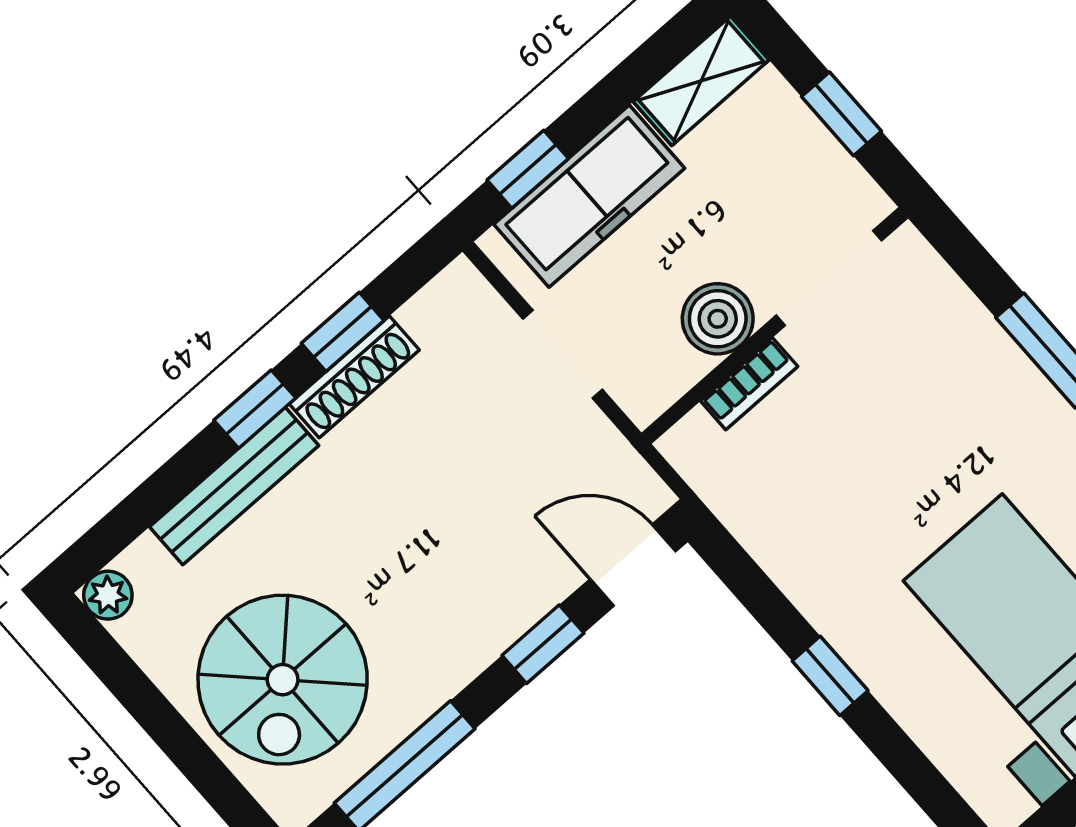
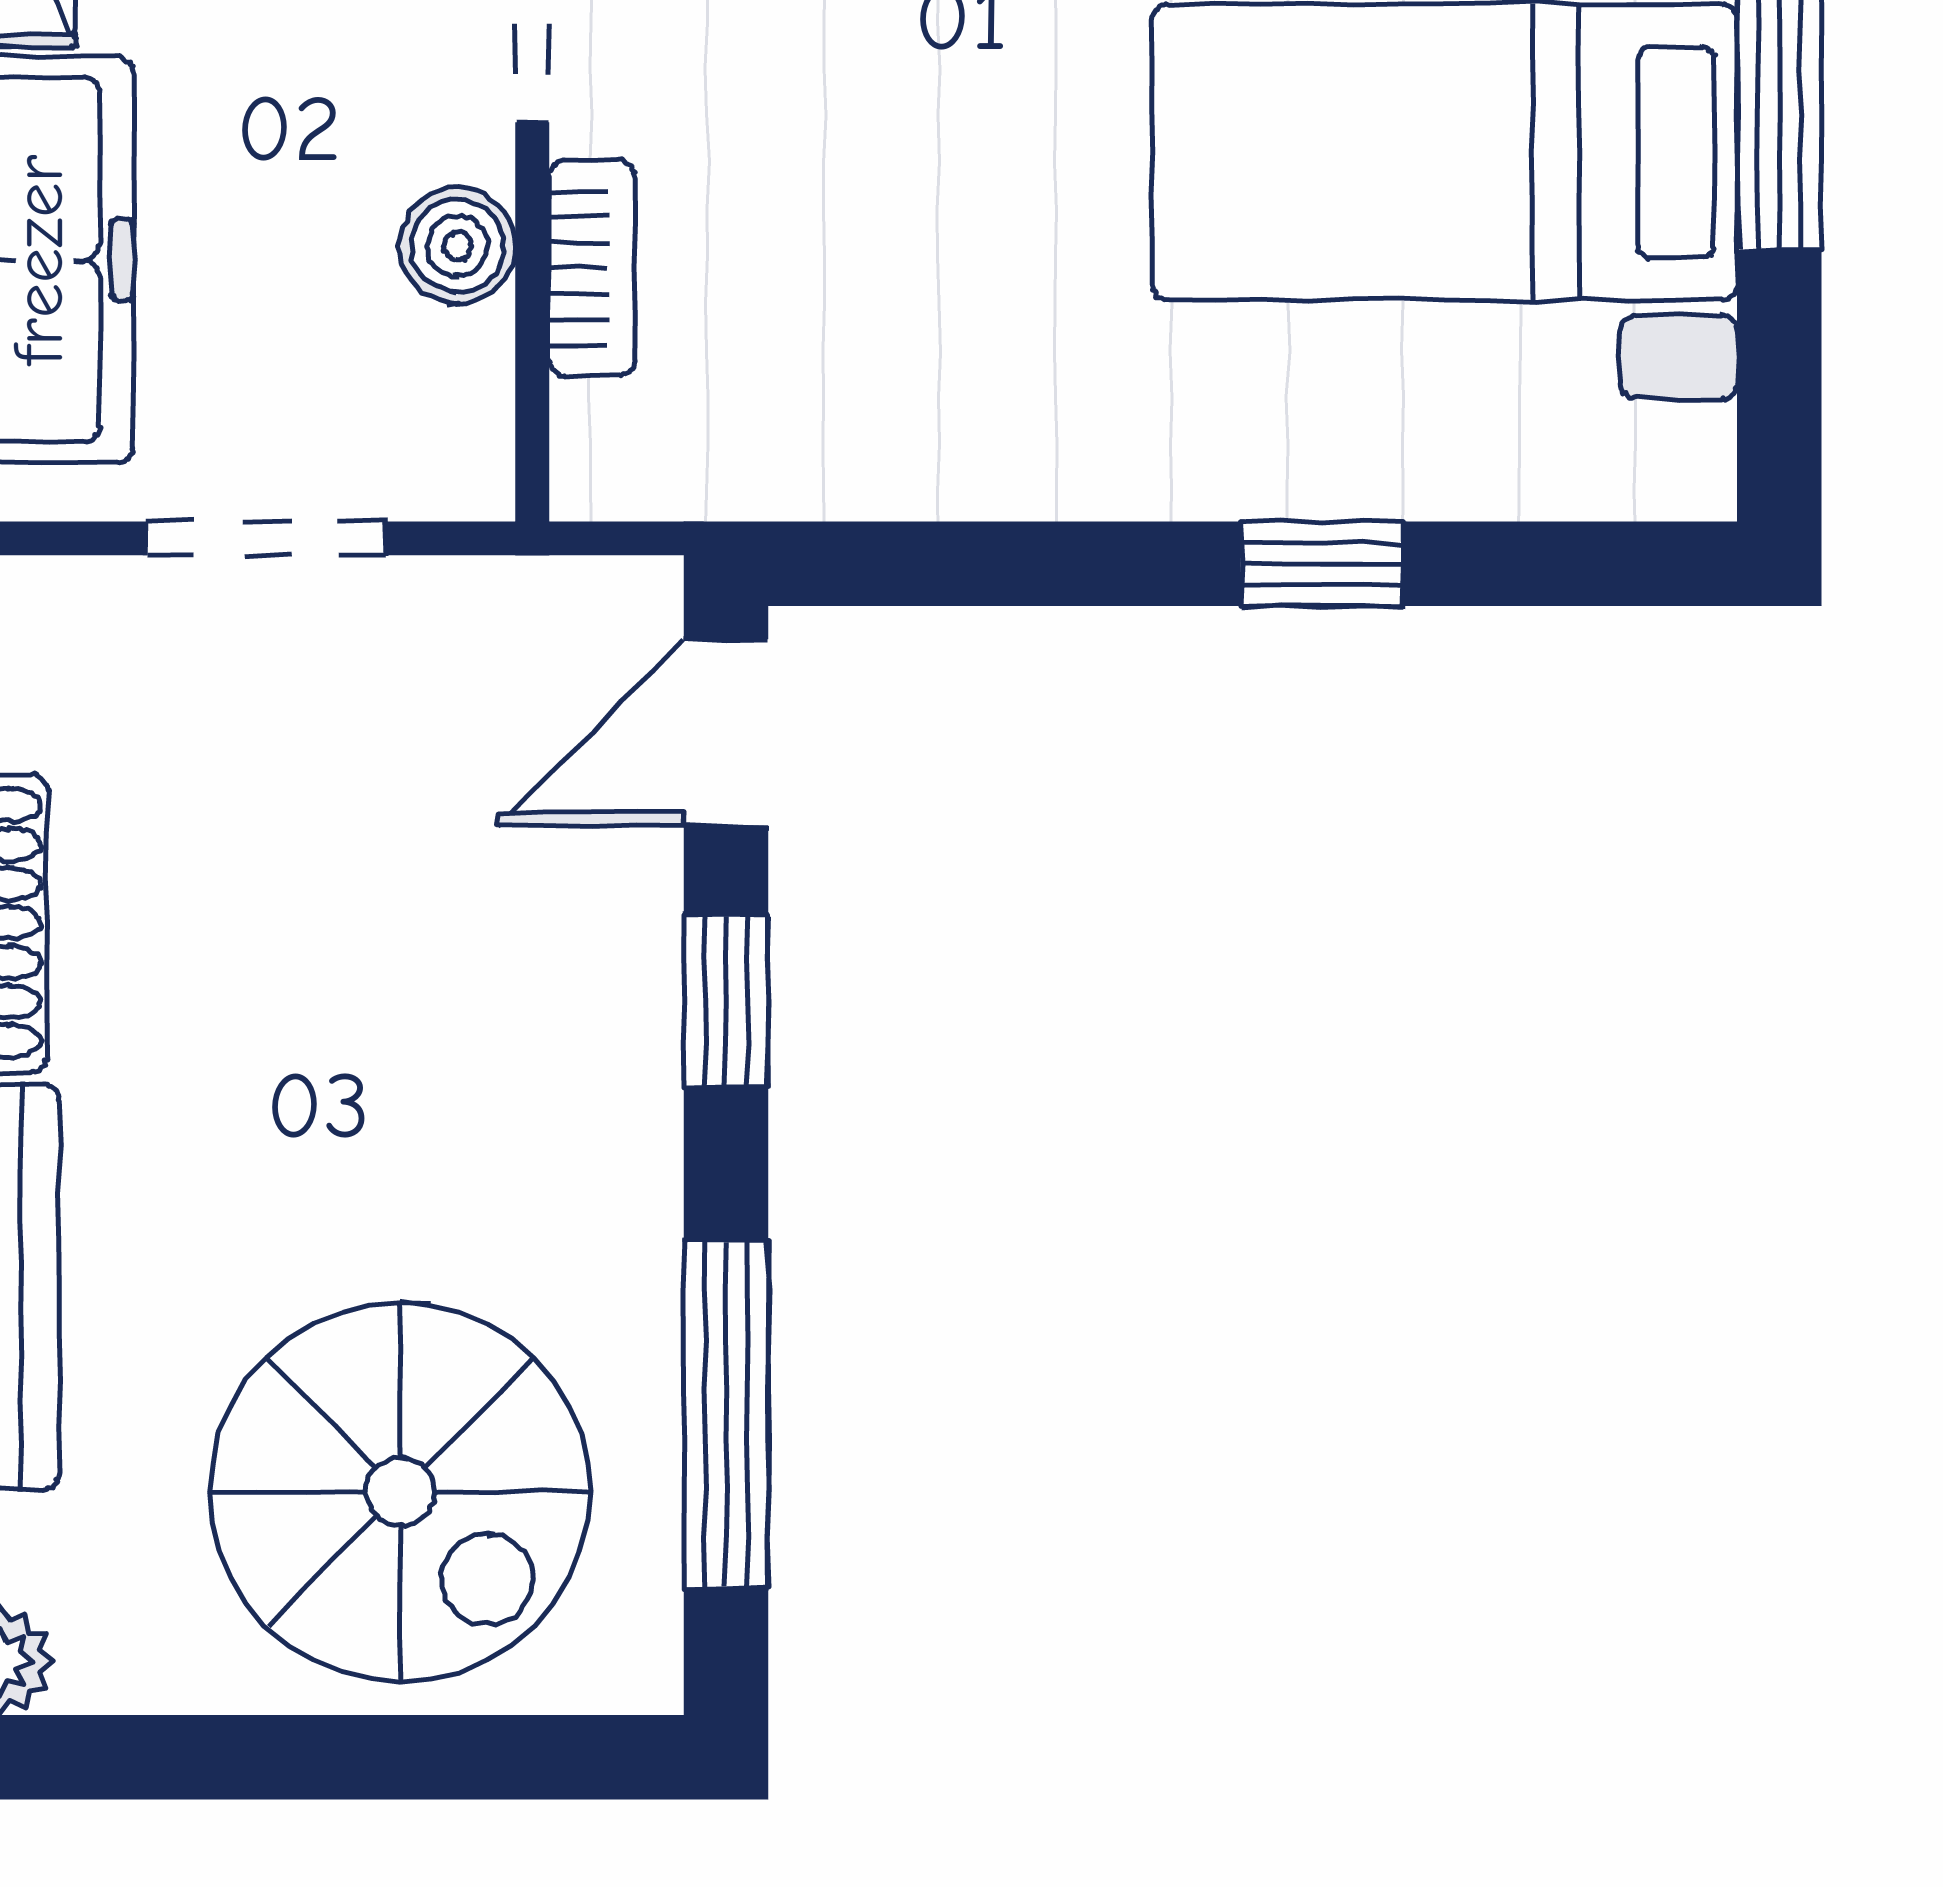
boiler: (718, 319) -> (457, 246), width x0.73, depth x0.73
window: (830, 676) -> (1322, 564), moved

